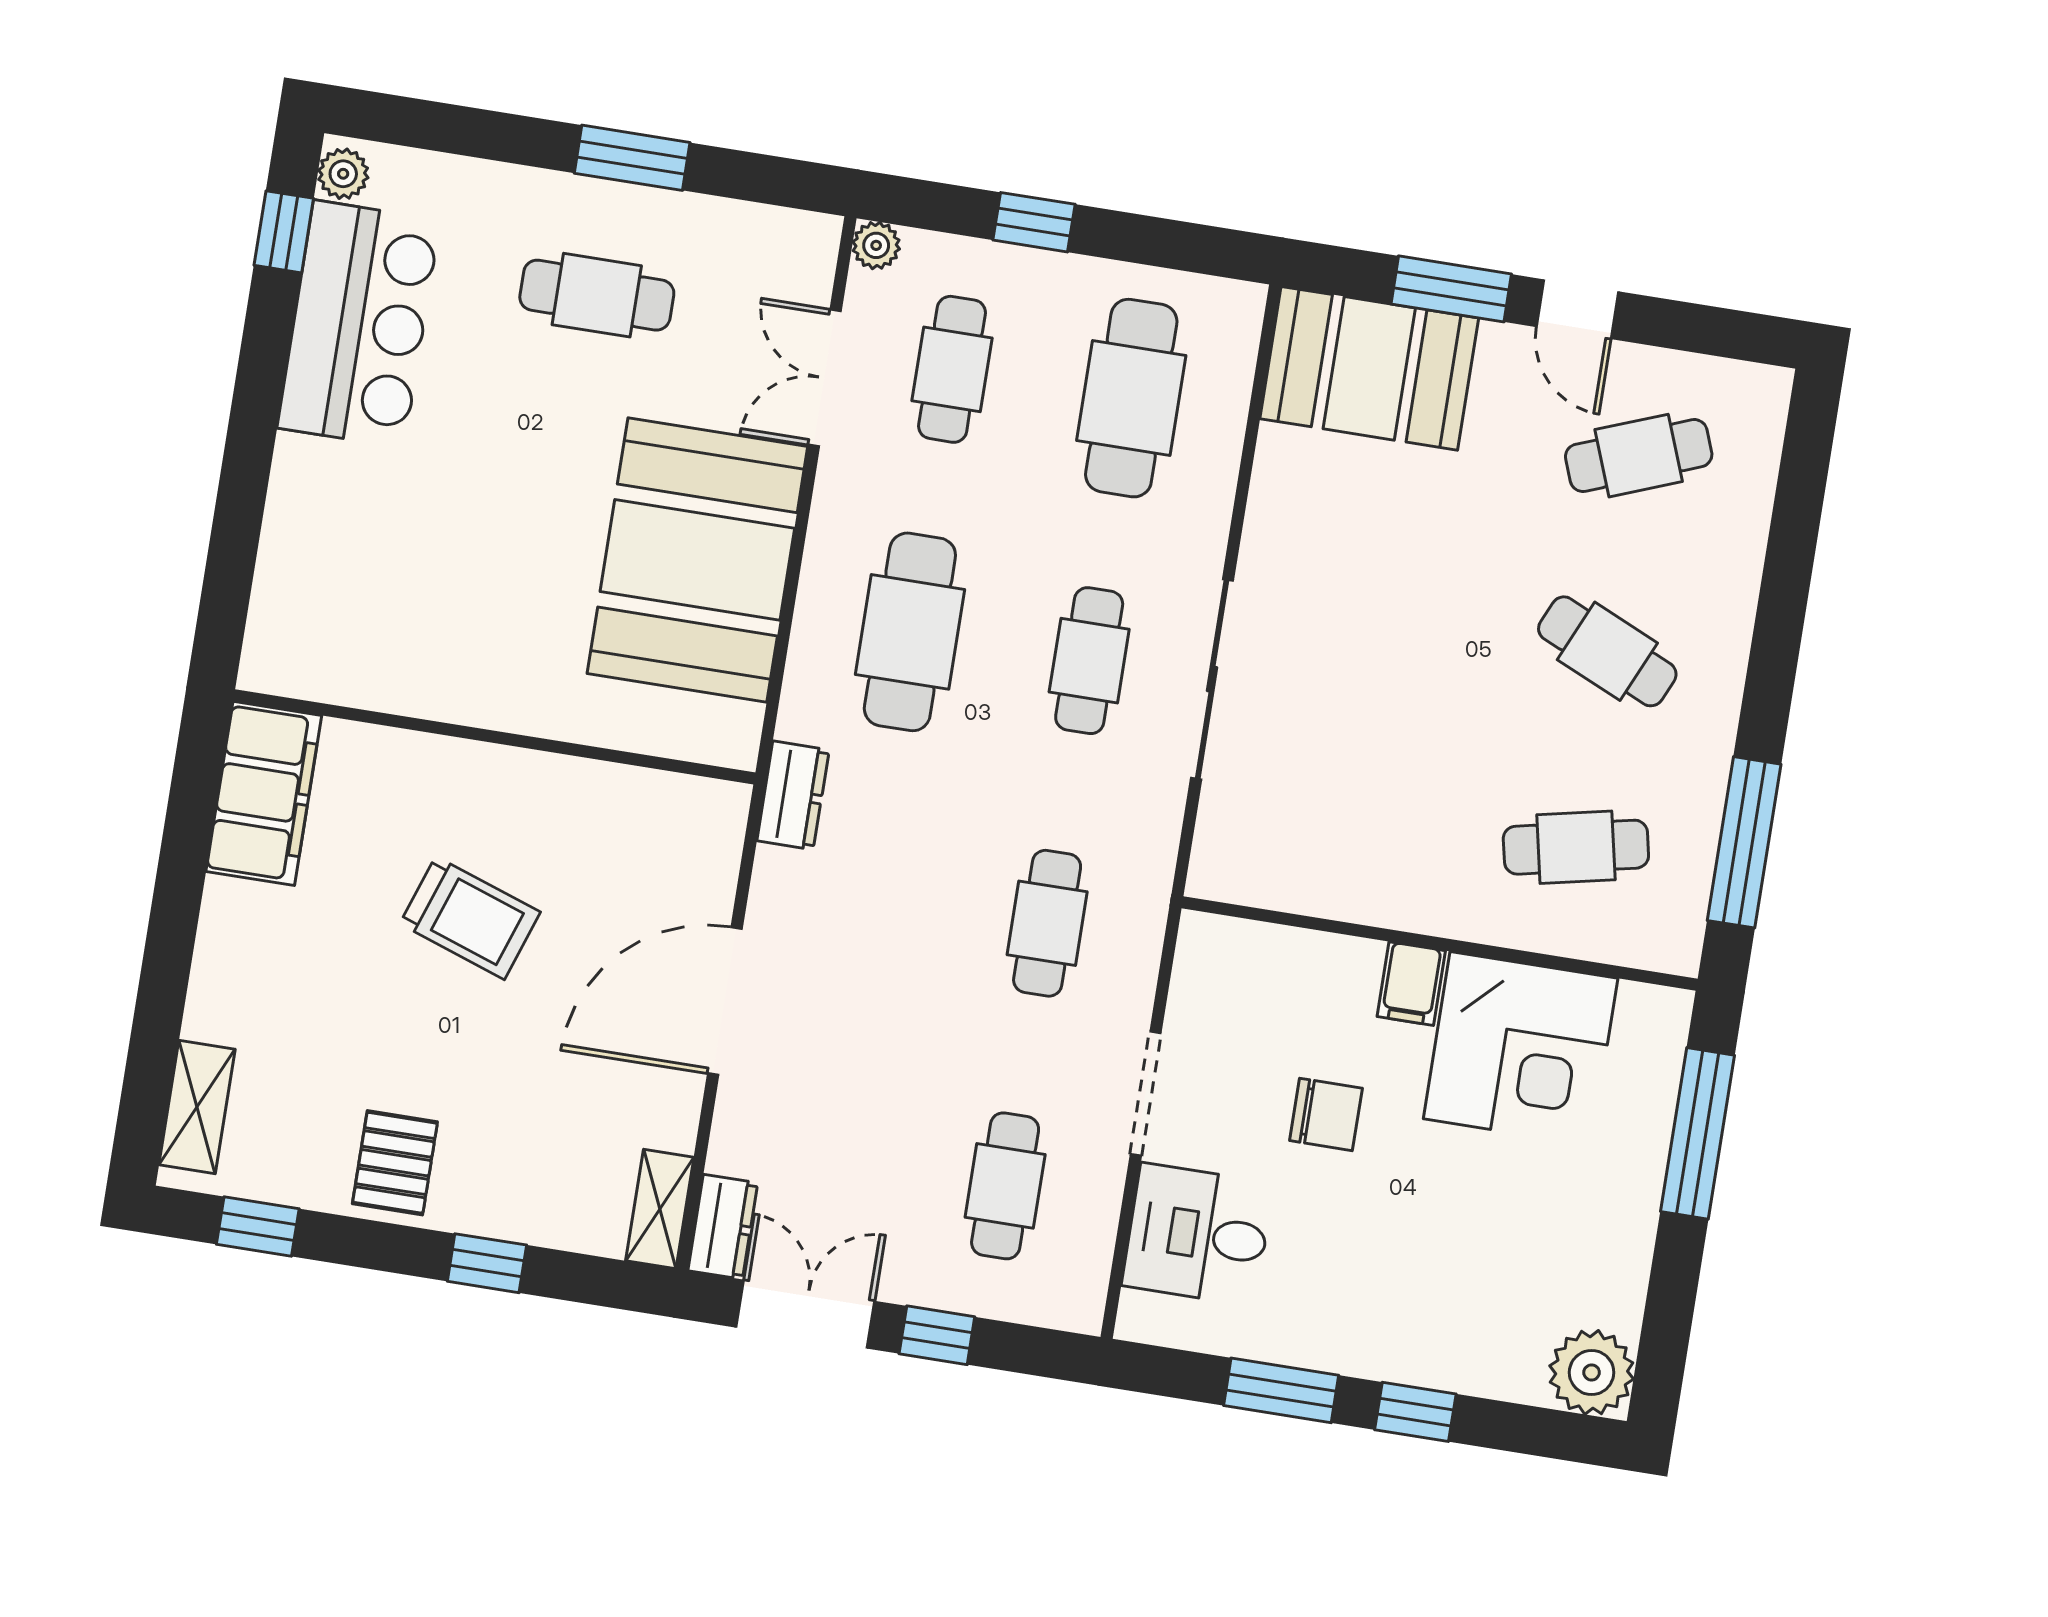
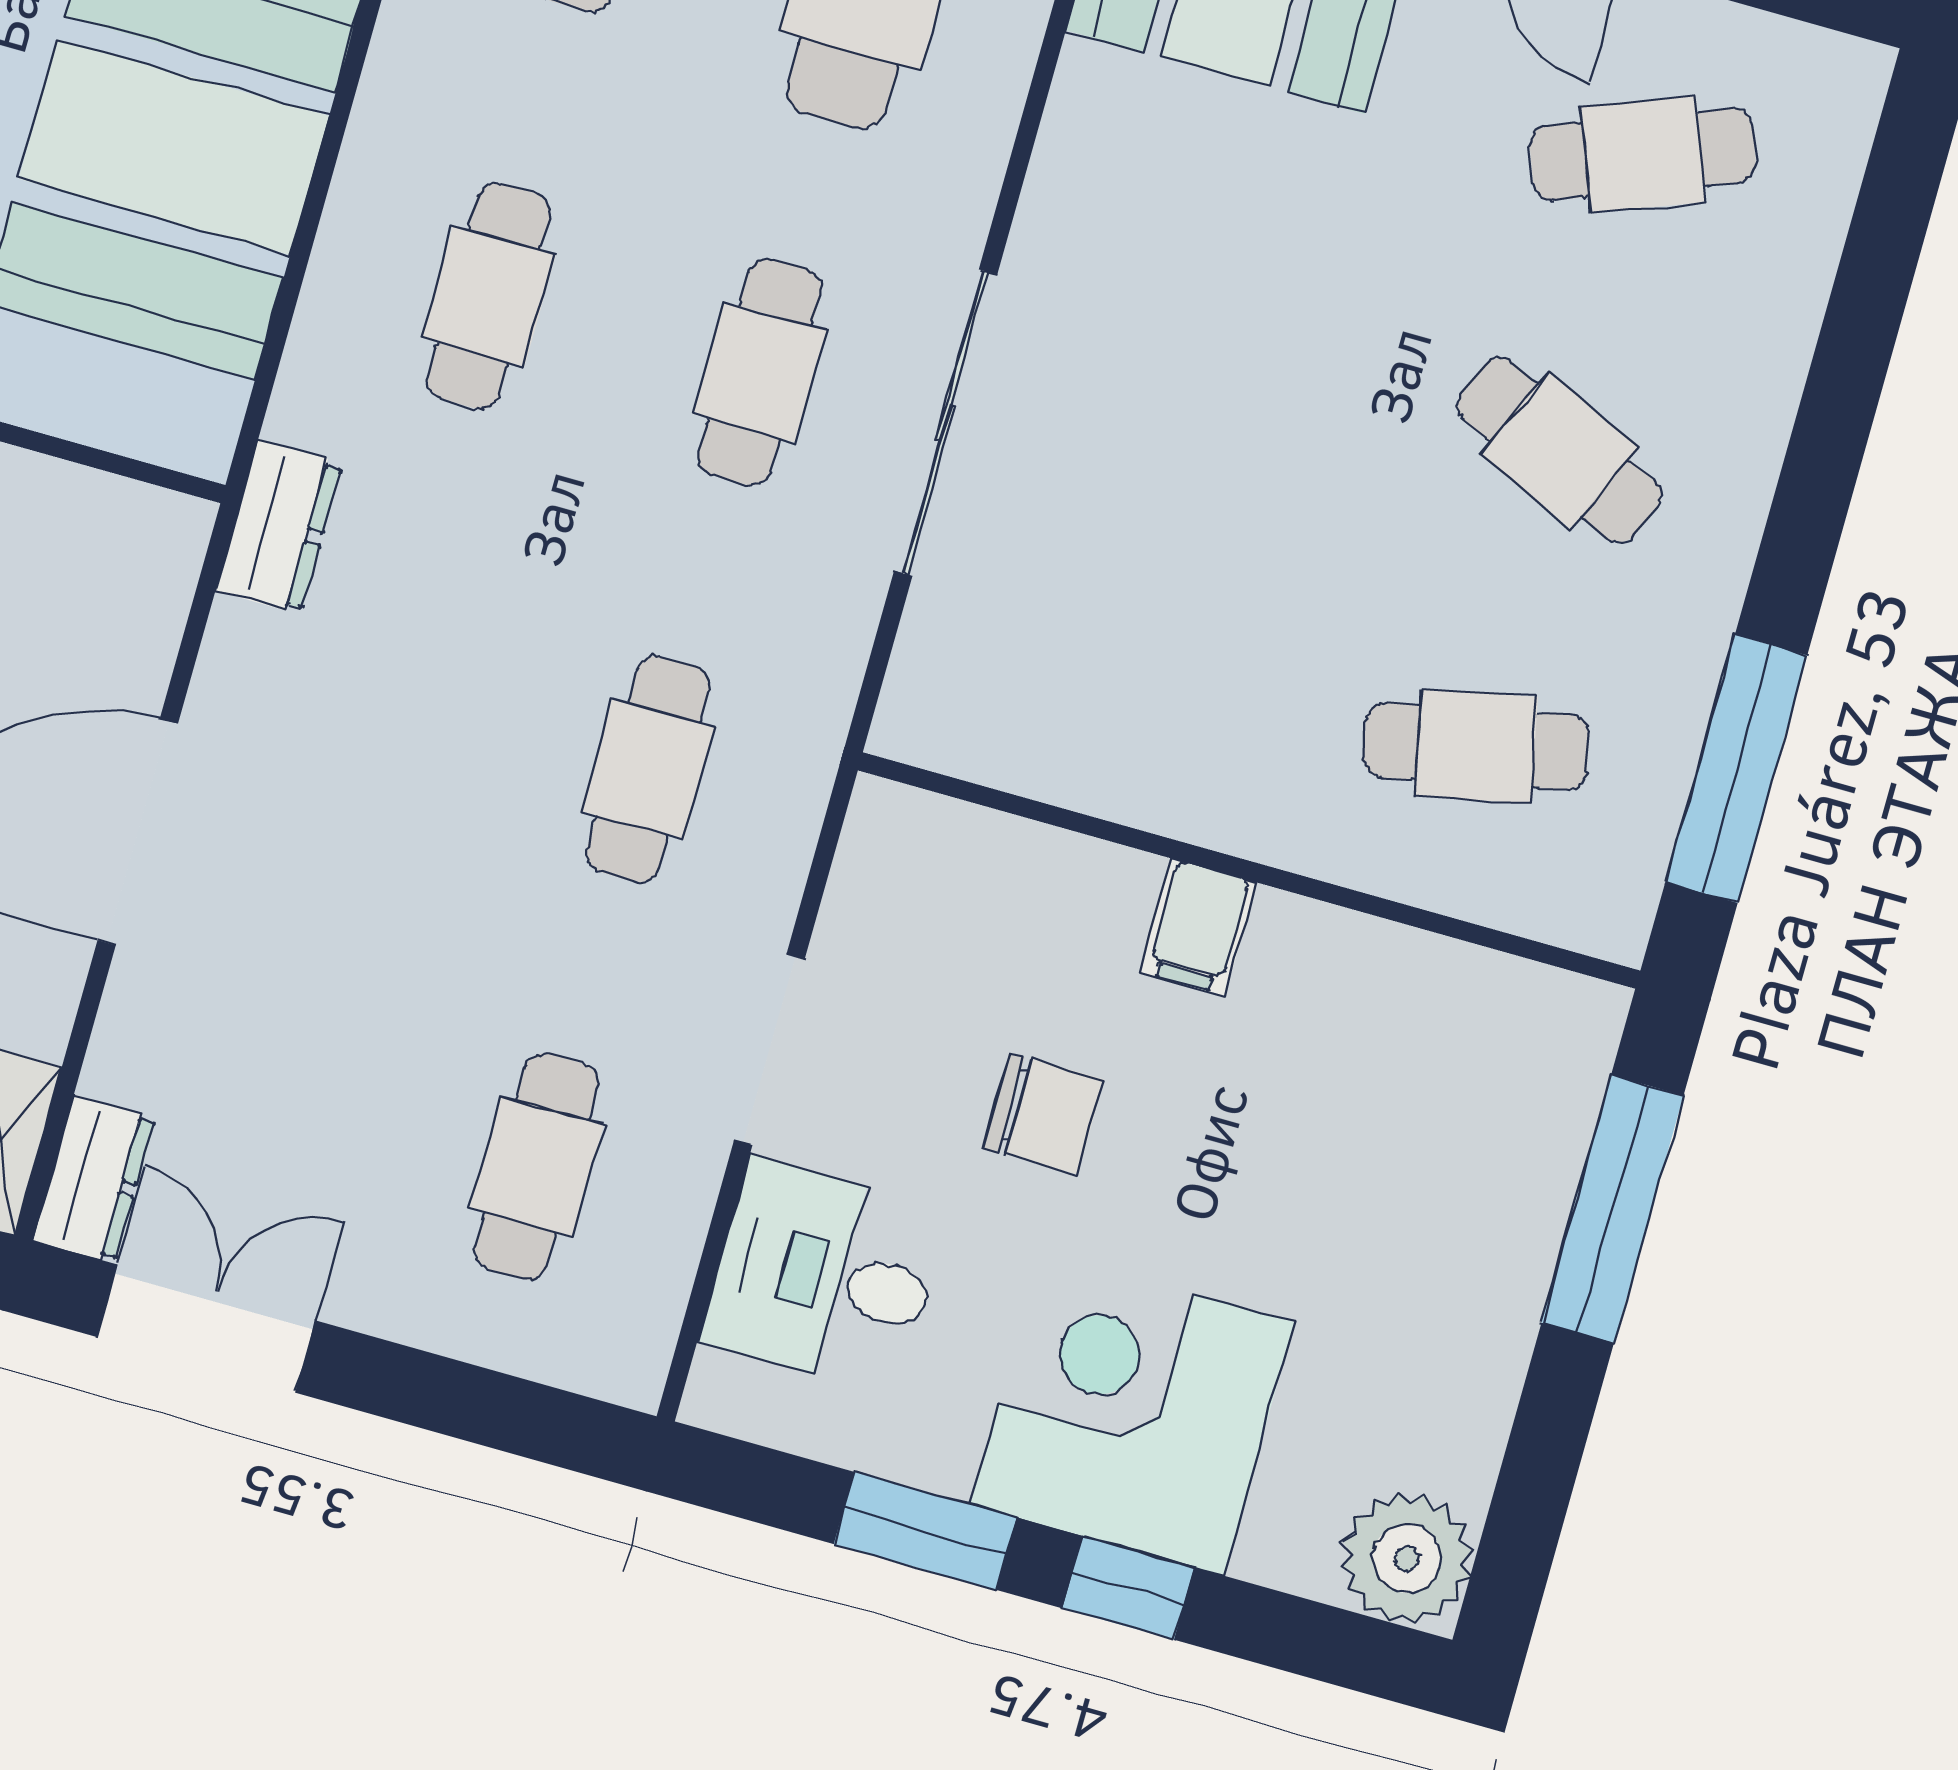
cafe table: (910, 632) -> (489, 296), width x0.73, depth x0.74
corner desk: (1521, 1049) -> (1132, 1413), moved, turned 180
window: (937, 1335) -> (405, 1384), removed

